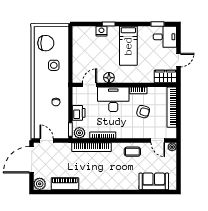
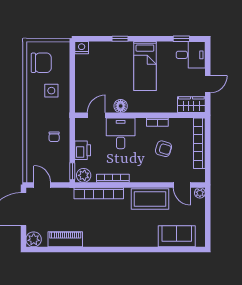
nightstand: (101, 31) -> (82, 48), moved
desk: (113, 99) -> (121, 133), width x0.73
coffee table: (132, 152) -> (150, 199), width x1.86, depth x1.72

